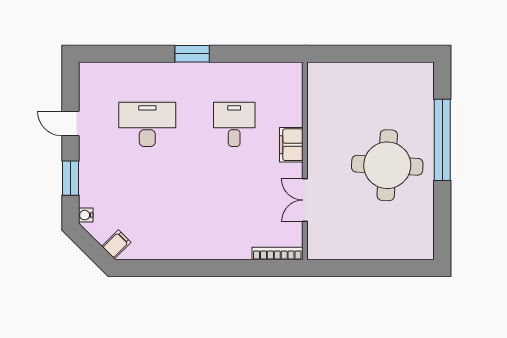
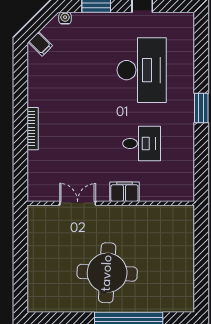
desk: (147, 124) -> (142, 70), width x1.36, depth x1.30
bookcase: (277, 253) -> (33, 129), moved

